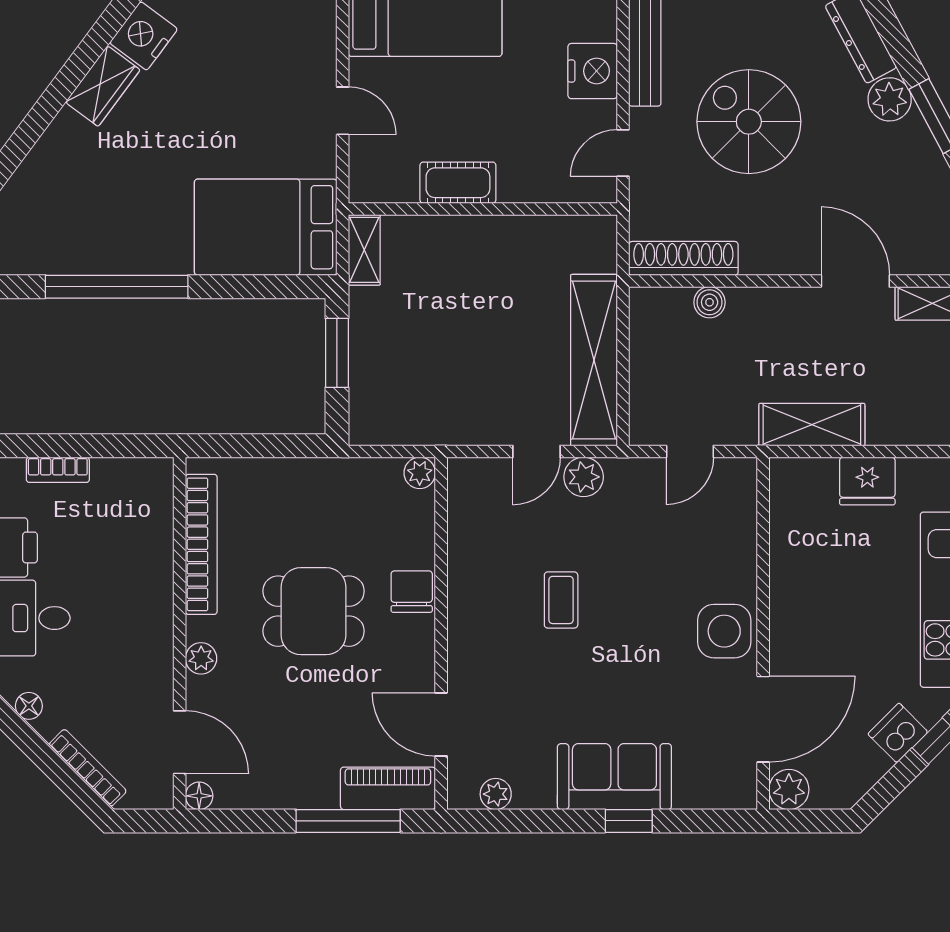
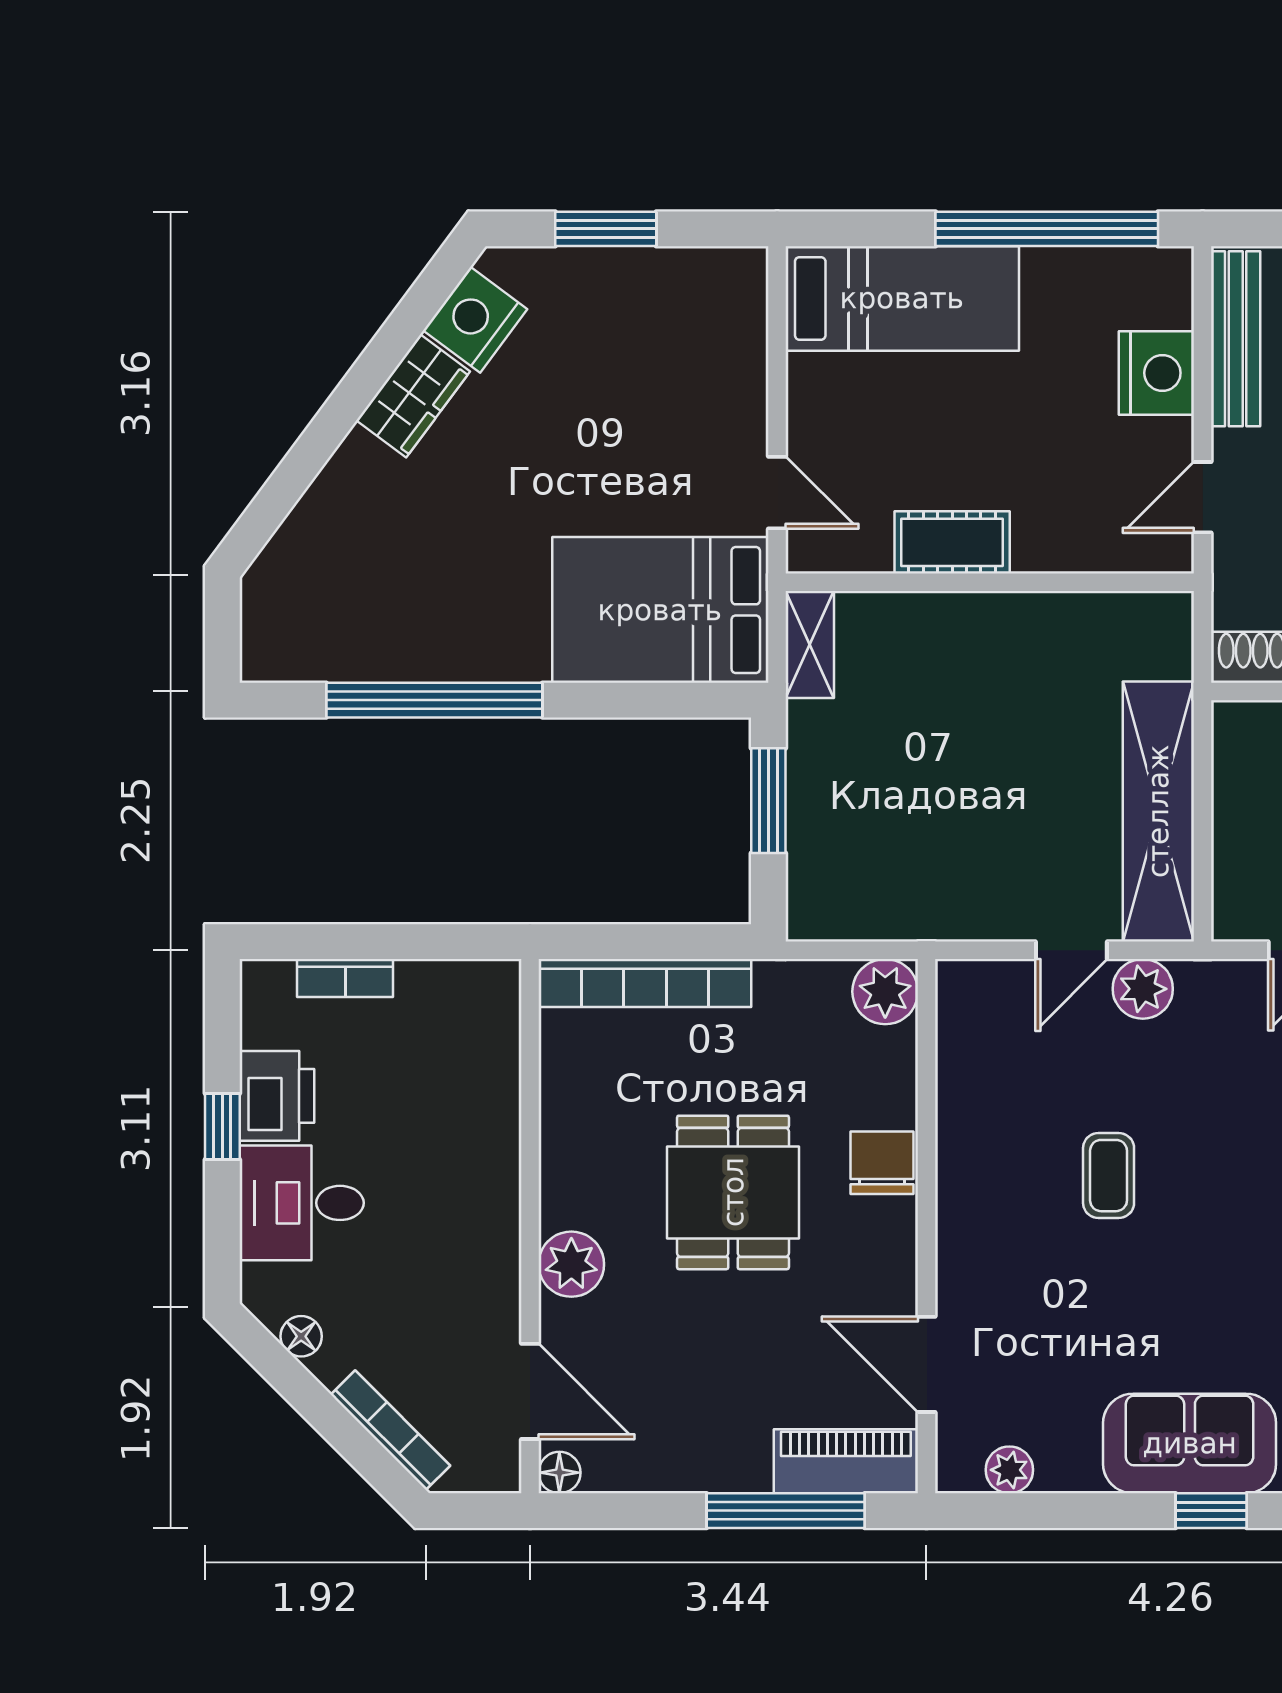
door: (343, 111) -> (777, 493), moved
plant: (420, 473) -> (885, 992), width x1.38, depth x1.38
bookcase: (201, 544) -> (645, 983), moved, turned 90
dining table: (314, 611) -> (733, 1192), turned 90
plant: (201, 658) -> (571, 1264), width x1.38, depth x1.38

